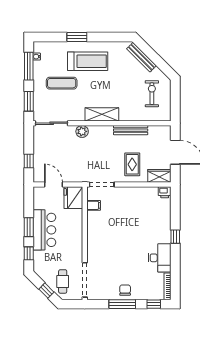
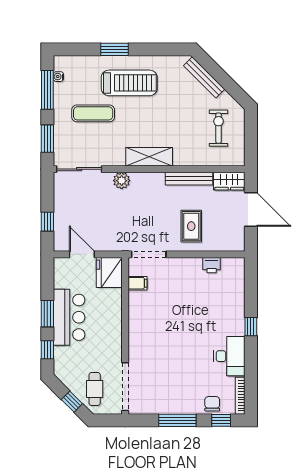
wardrobe: (159, 176) -> (229, 181), moved, turned 180
printer: (165, 192) -> (212, 265), moved
chair: (125, 290) -> (212, 404), moved

